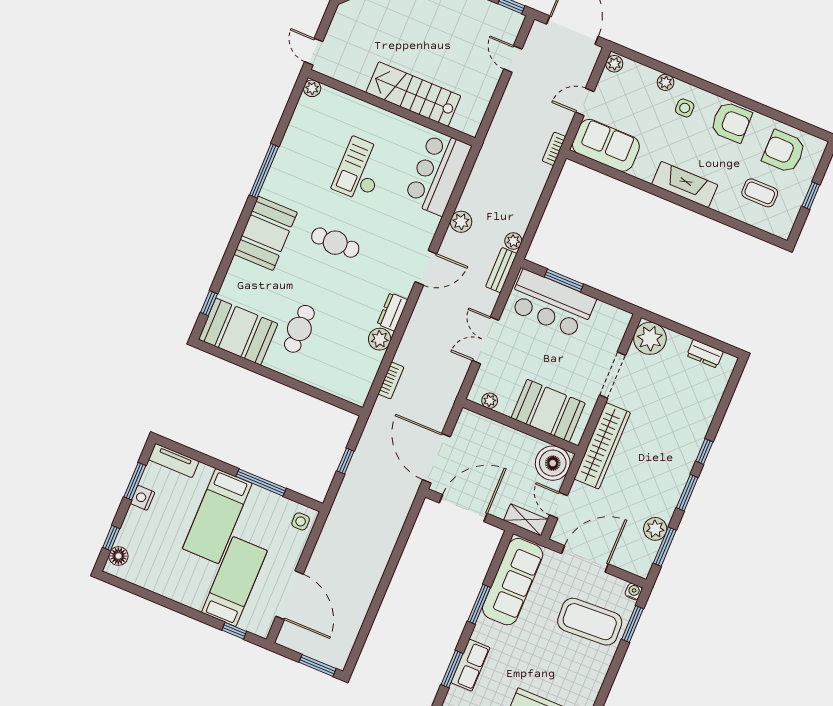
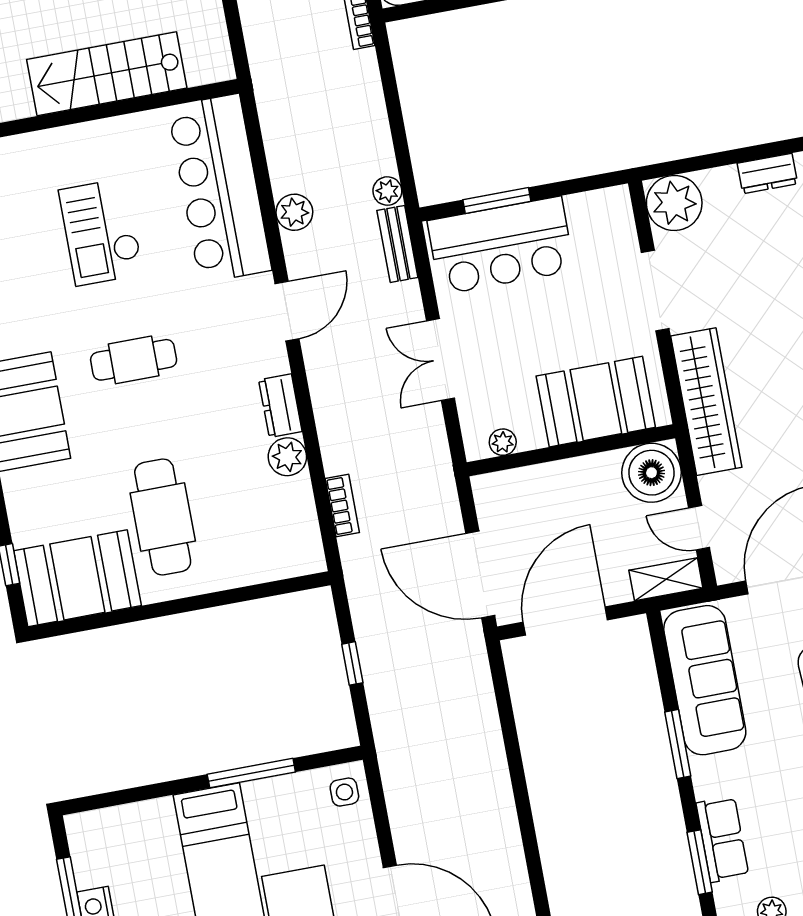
bar counter: (437, 173) -> (220, 188), width x1.36
cafe table: (299, 329) -> (163, 517), width x1.37, depth x1.35
tv unit: (174, 460) -> (106, 823), removed

